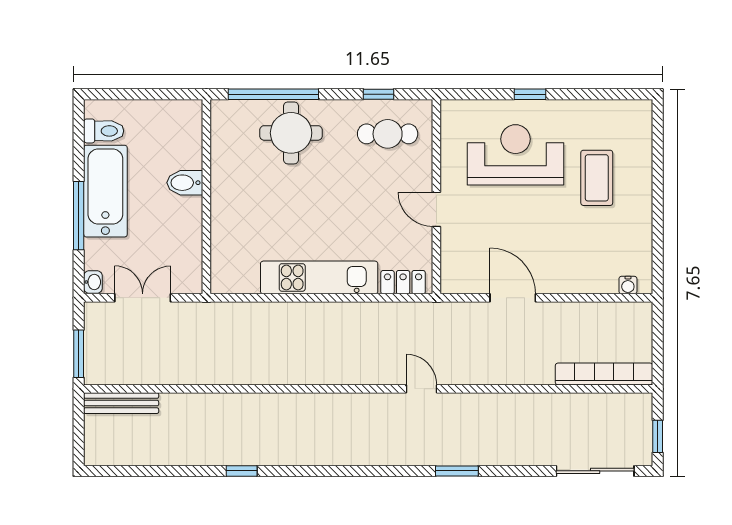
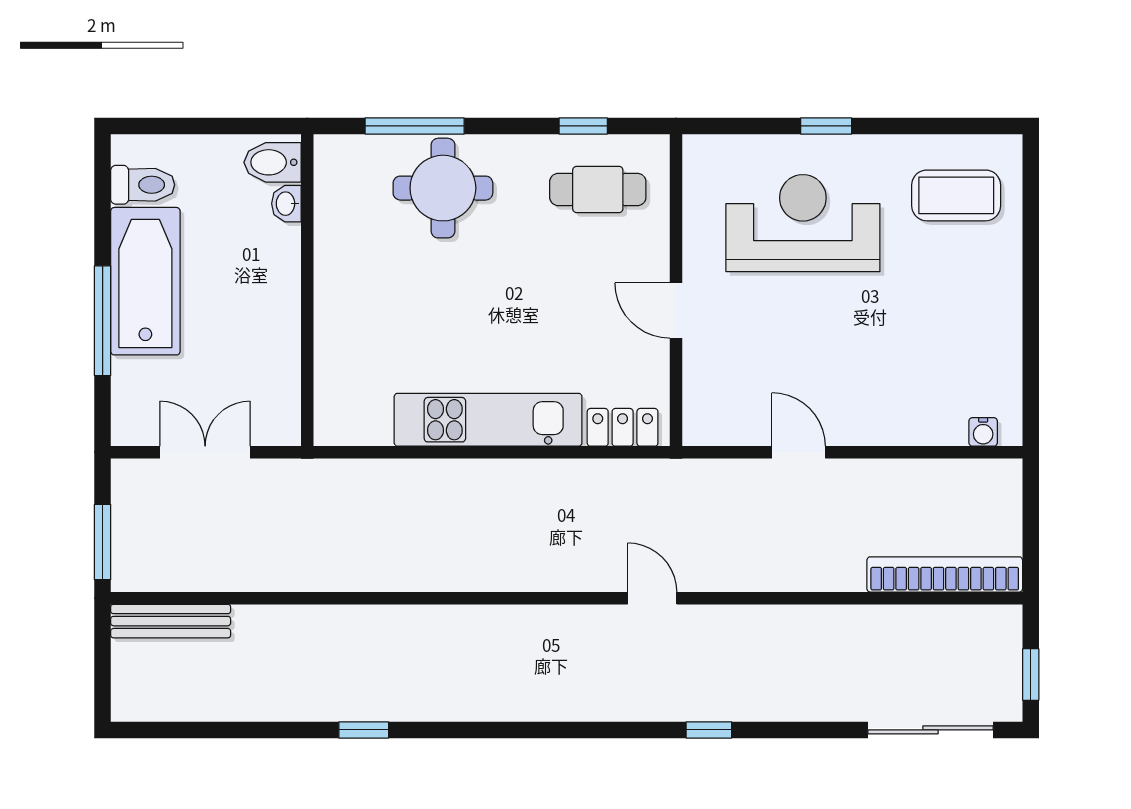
window: (273, 94) -> (415, 126), width x0.68
coffee table: (597, 178) -> (956, 195), moved, turned 90
bidet: (185, 183) -> (273, 162), moved
washbasin: (93, 282) -> (286, 204), moved, turned 180
door: (513, 298) -> (799, 452), width x0.73
window: (457, 471) -> (709, 730), width x0.67

